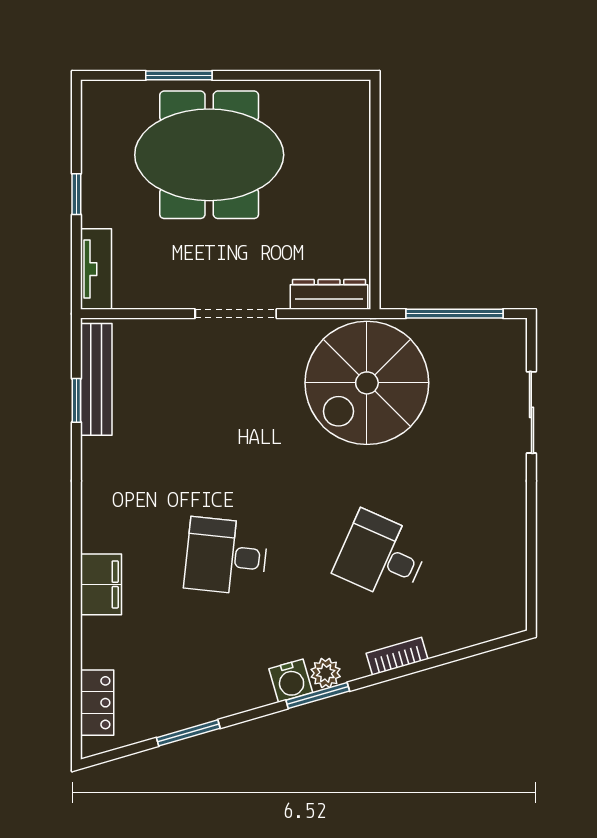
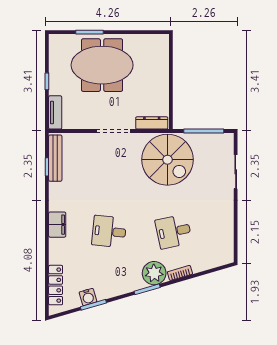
spiral stairs: (367, 383) -> (167, 160), turned -90
desk: (382, 556) -> (174, 232), turned -36
filing cabinet: (101, 584) -> (57, 225), moved
plant: (326, 673) -> (154, 273), width x1.88, depth x1.88
water cooler: (291, 681) -> (88, 297), moved
locker: (97, 703) -> (56, 285), width x1.53

